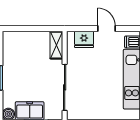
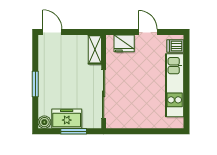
door: (16, 28) -> (52, 32), added

